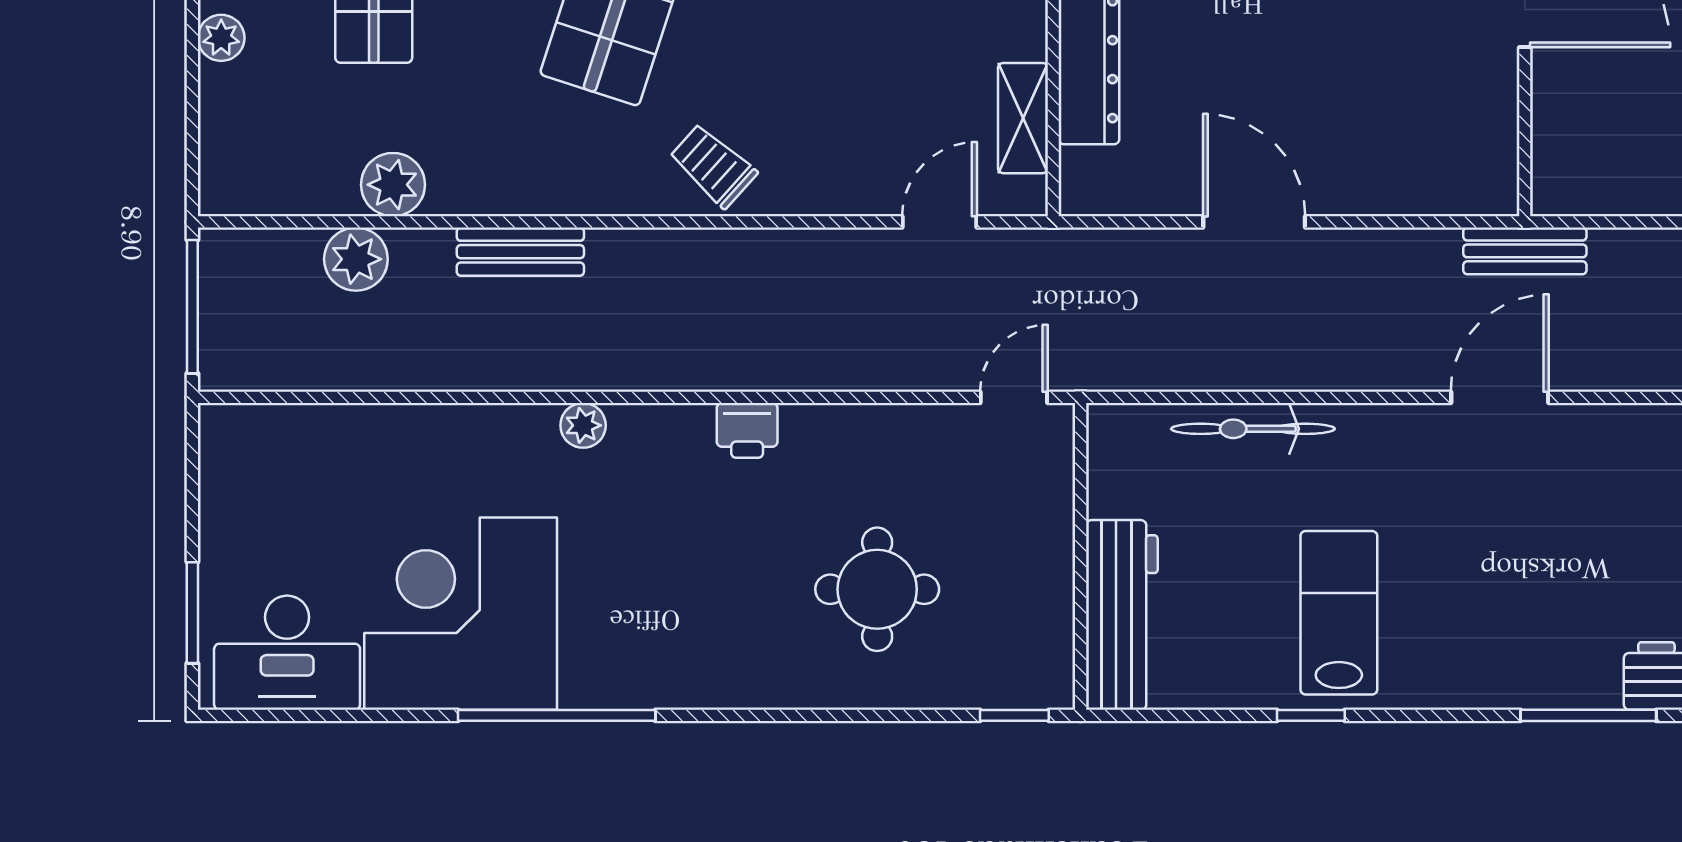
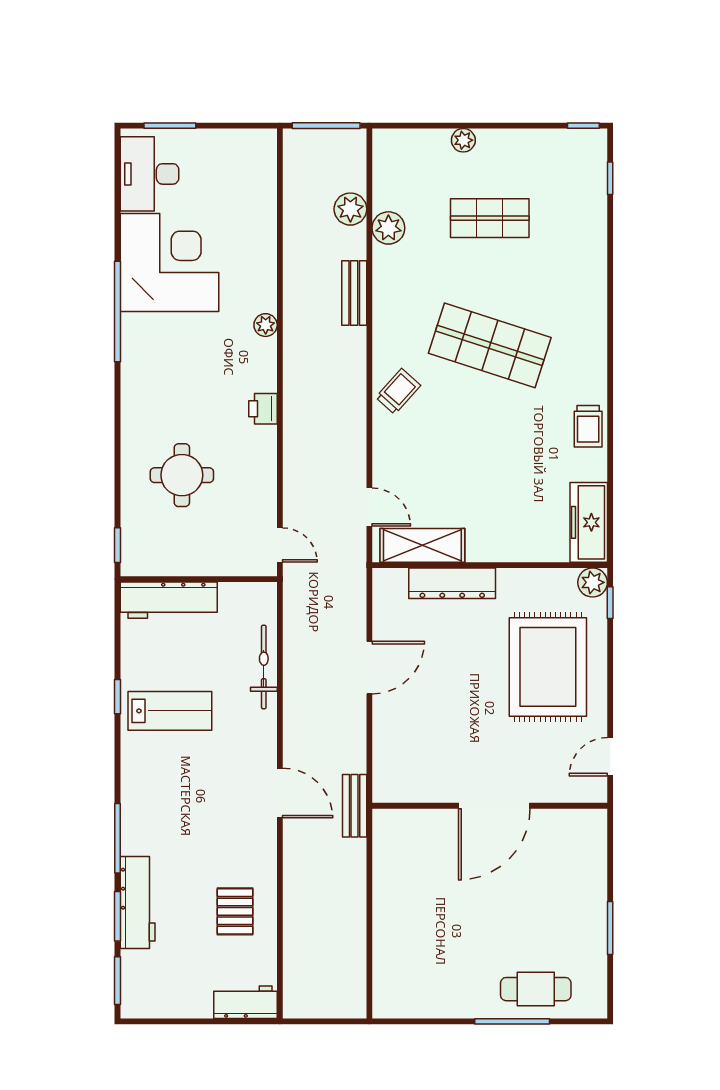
shelving: (1023, 118) -> (422, 545), width x1.50, depth x1.33

